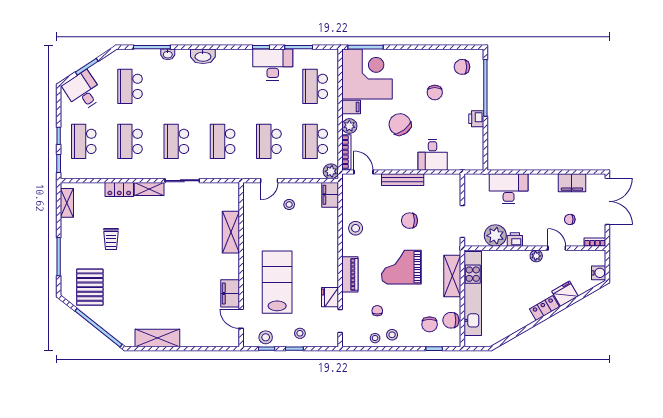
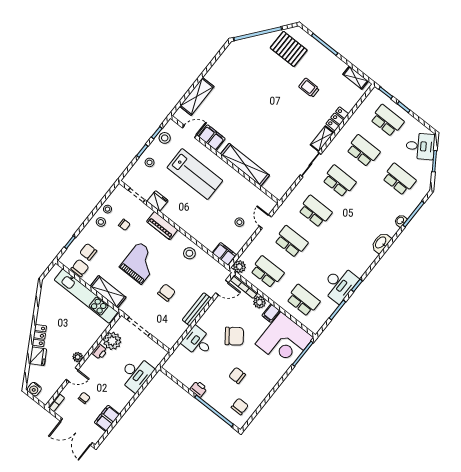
shelving: (231, 232) -> (245, 165), width x1.47
shelving: (157, 338) -> (197, 96), moved

